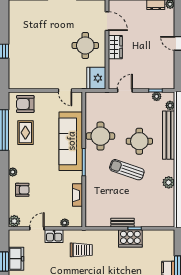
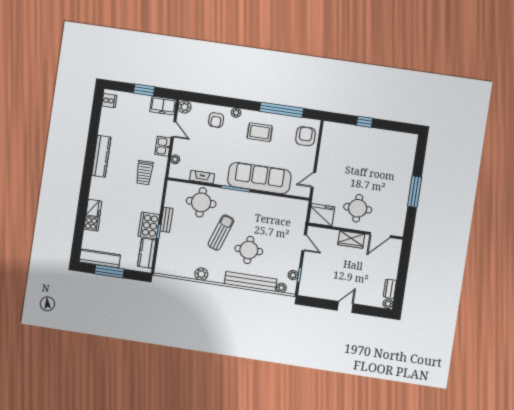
rug: (25, 133) -> (260, 132), moved
round table: (100, 136) -> (201, 202), moved
kitchen counter: (157, 237) -> (147, 253), added
freezer: (16, 259) -> (163, 106), moved

